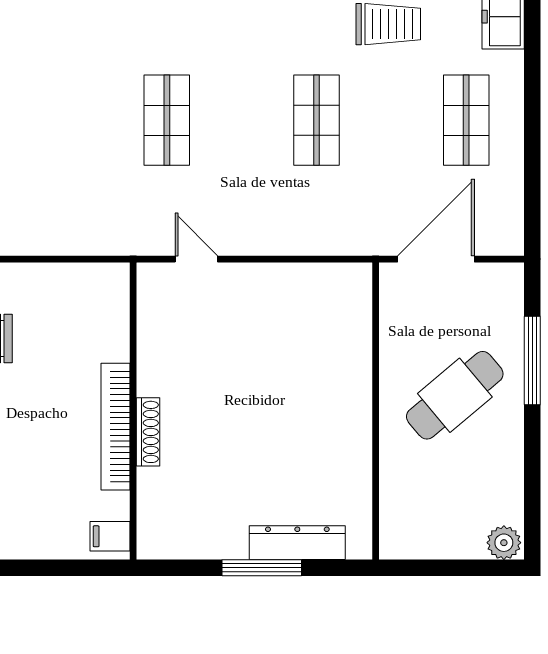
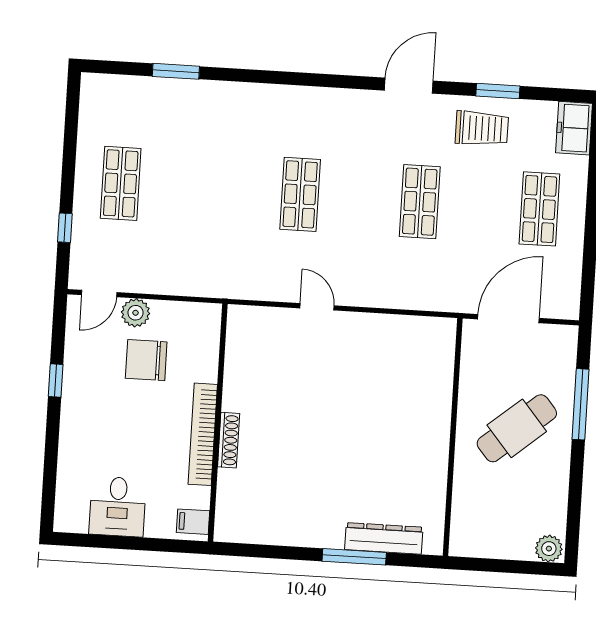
wall: (133, 411) -> (218, 423), moved
bookcase: (115, 427) -> (203, 434), moved
shoe rack: (148, 432) -> (229, 440), moved
filing cabinet: (110, 536) -> (193, 522), moved

